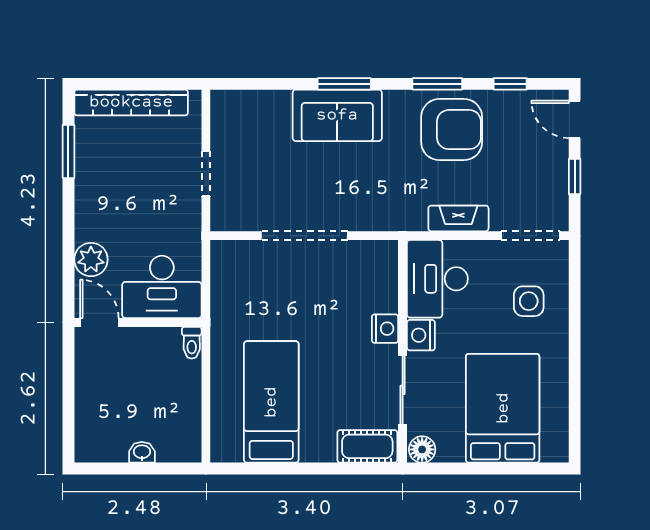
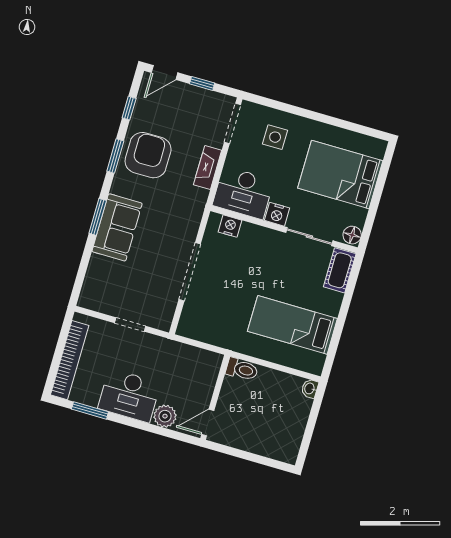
desk: (162, 287) -> (129, 396), moved, turned 90
nightstand: (385, 329) -> (230, 226), moved
toilet: (192, 343) -> (242, 369), width x1.37, depth x1.39
washbasin: (142, 452) -> (310, 389), moved

